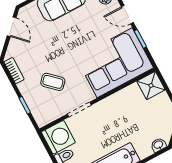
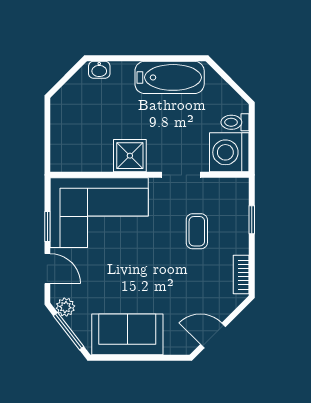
door: (12, 27) -> (213, 336), hinge flipped
coffee table: (53, 82) -> (197, 231), turned 47
shower: (151, 85) -> (130, 156), moved

